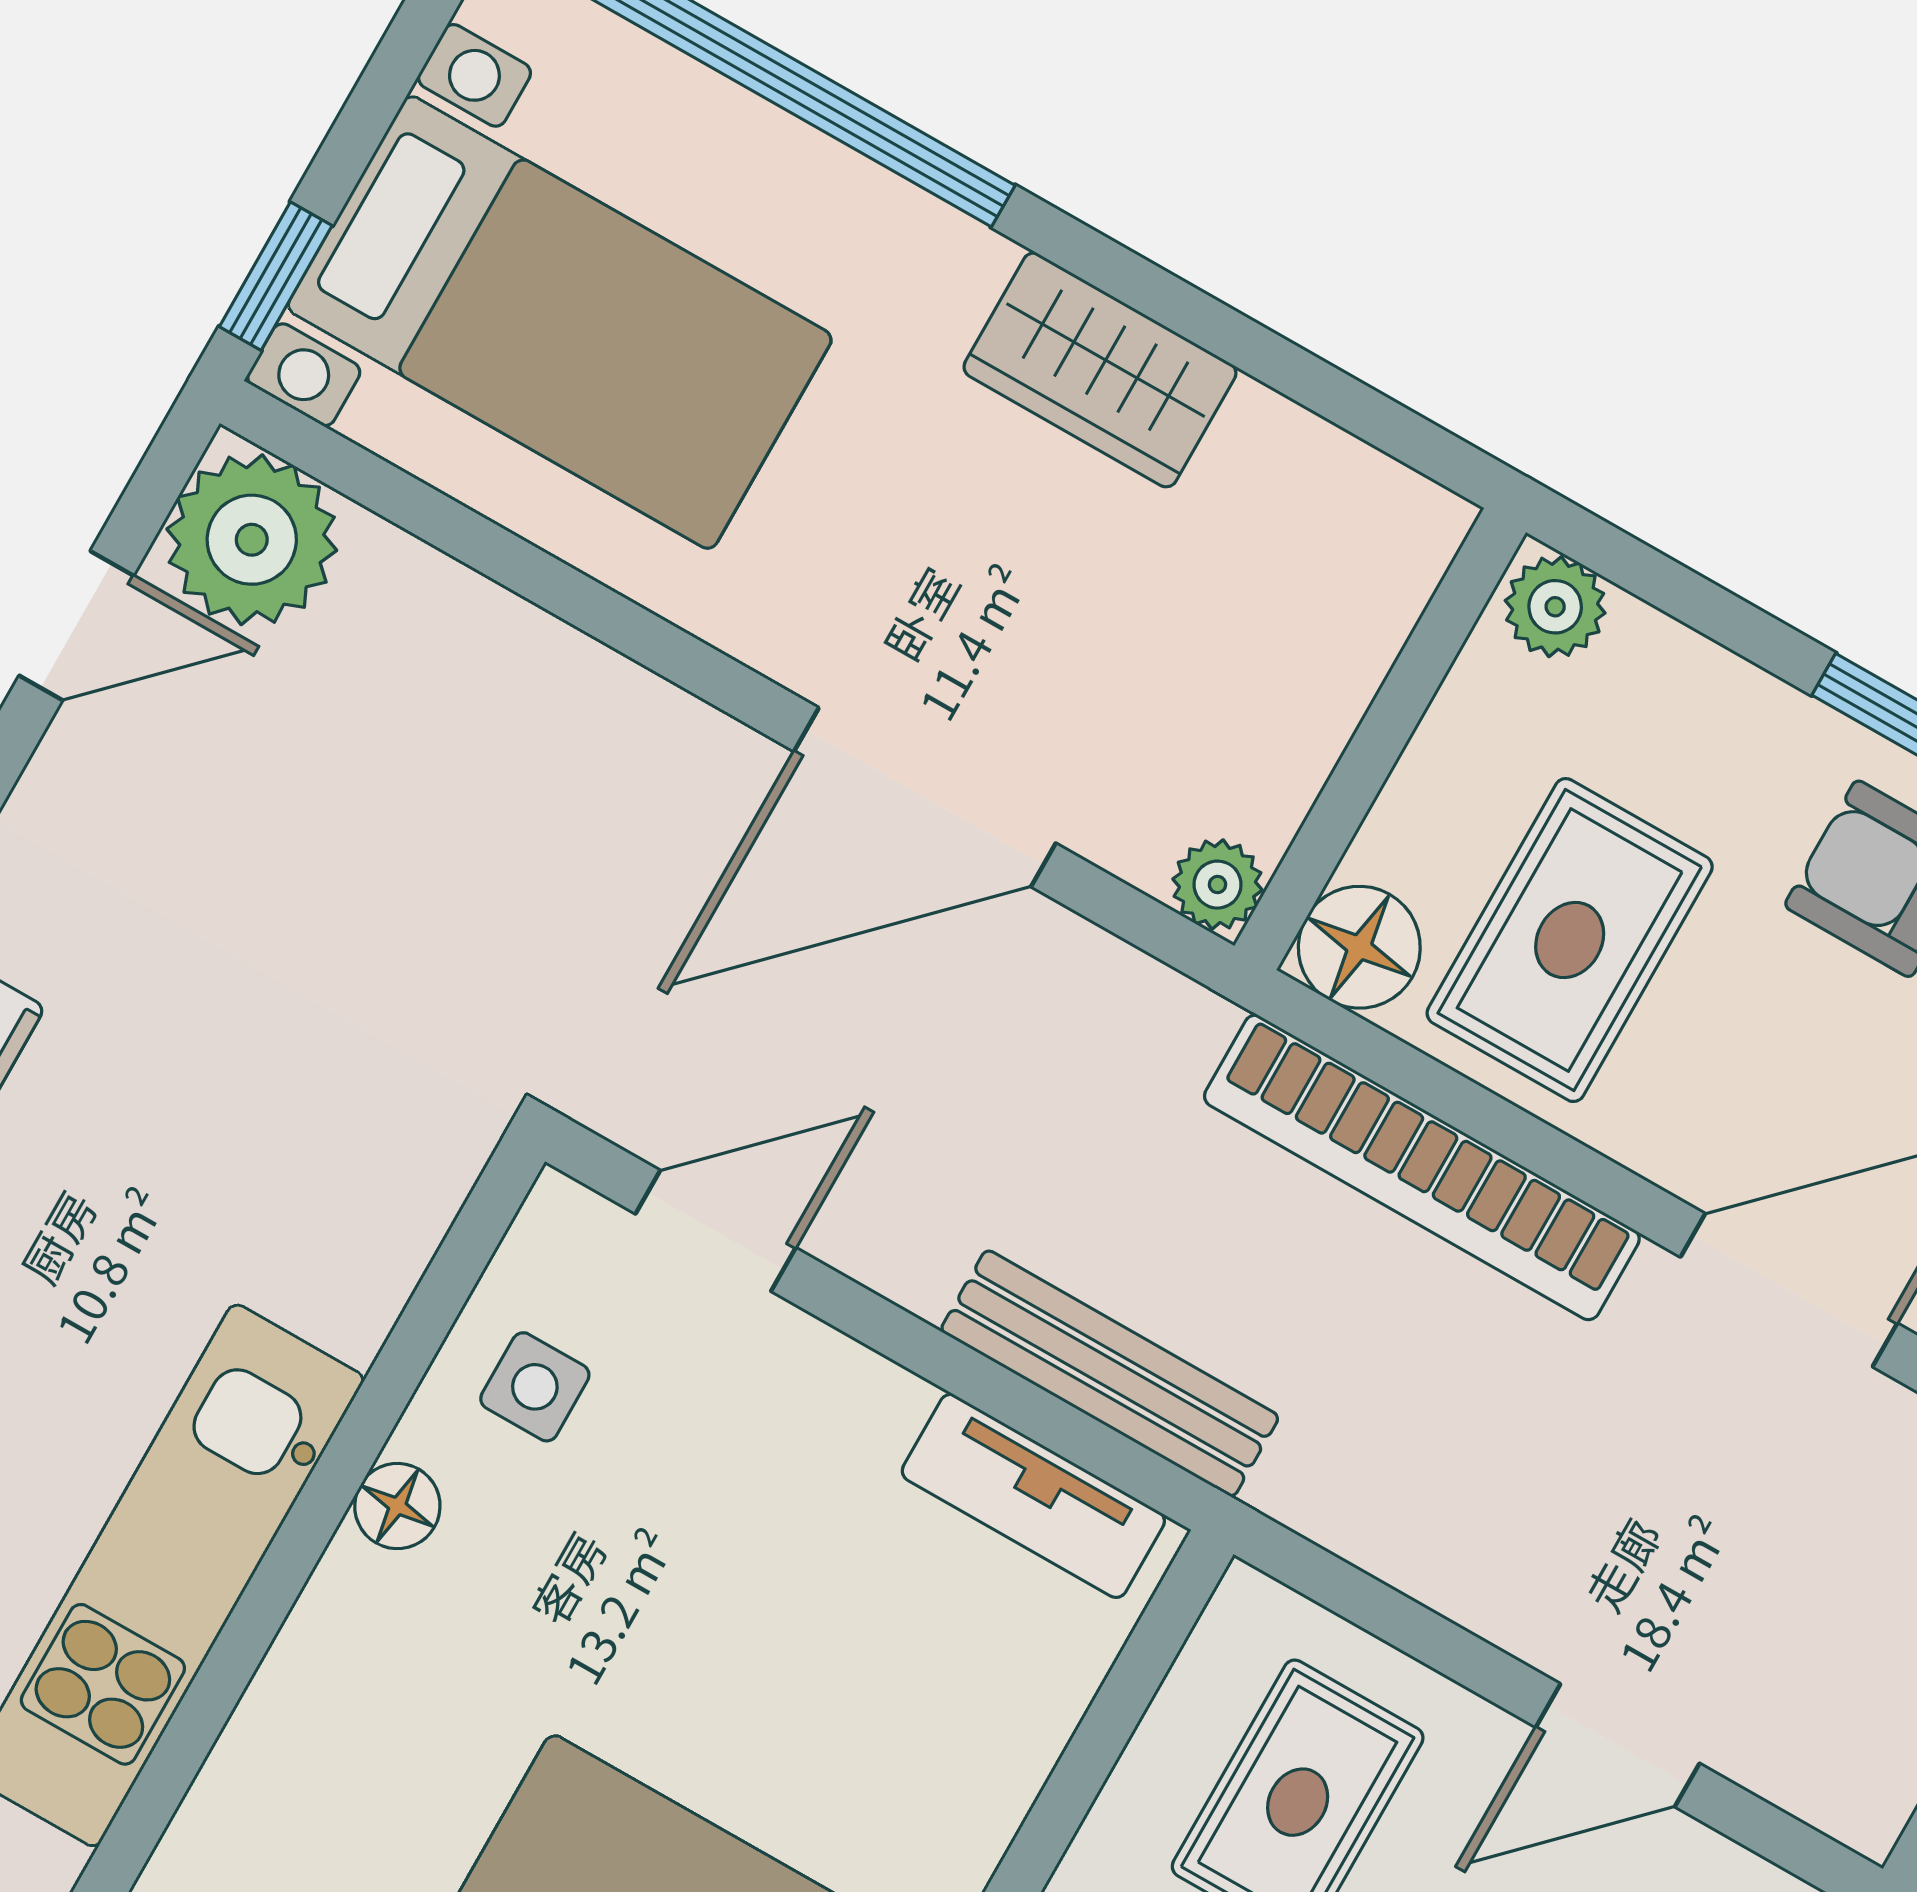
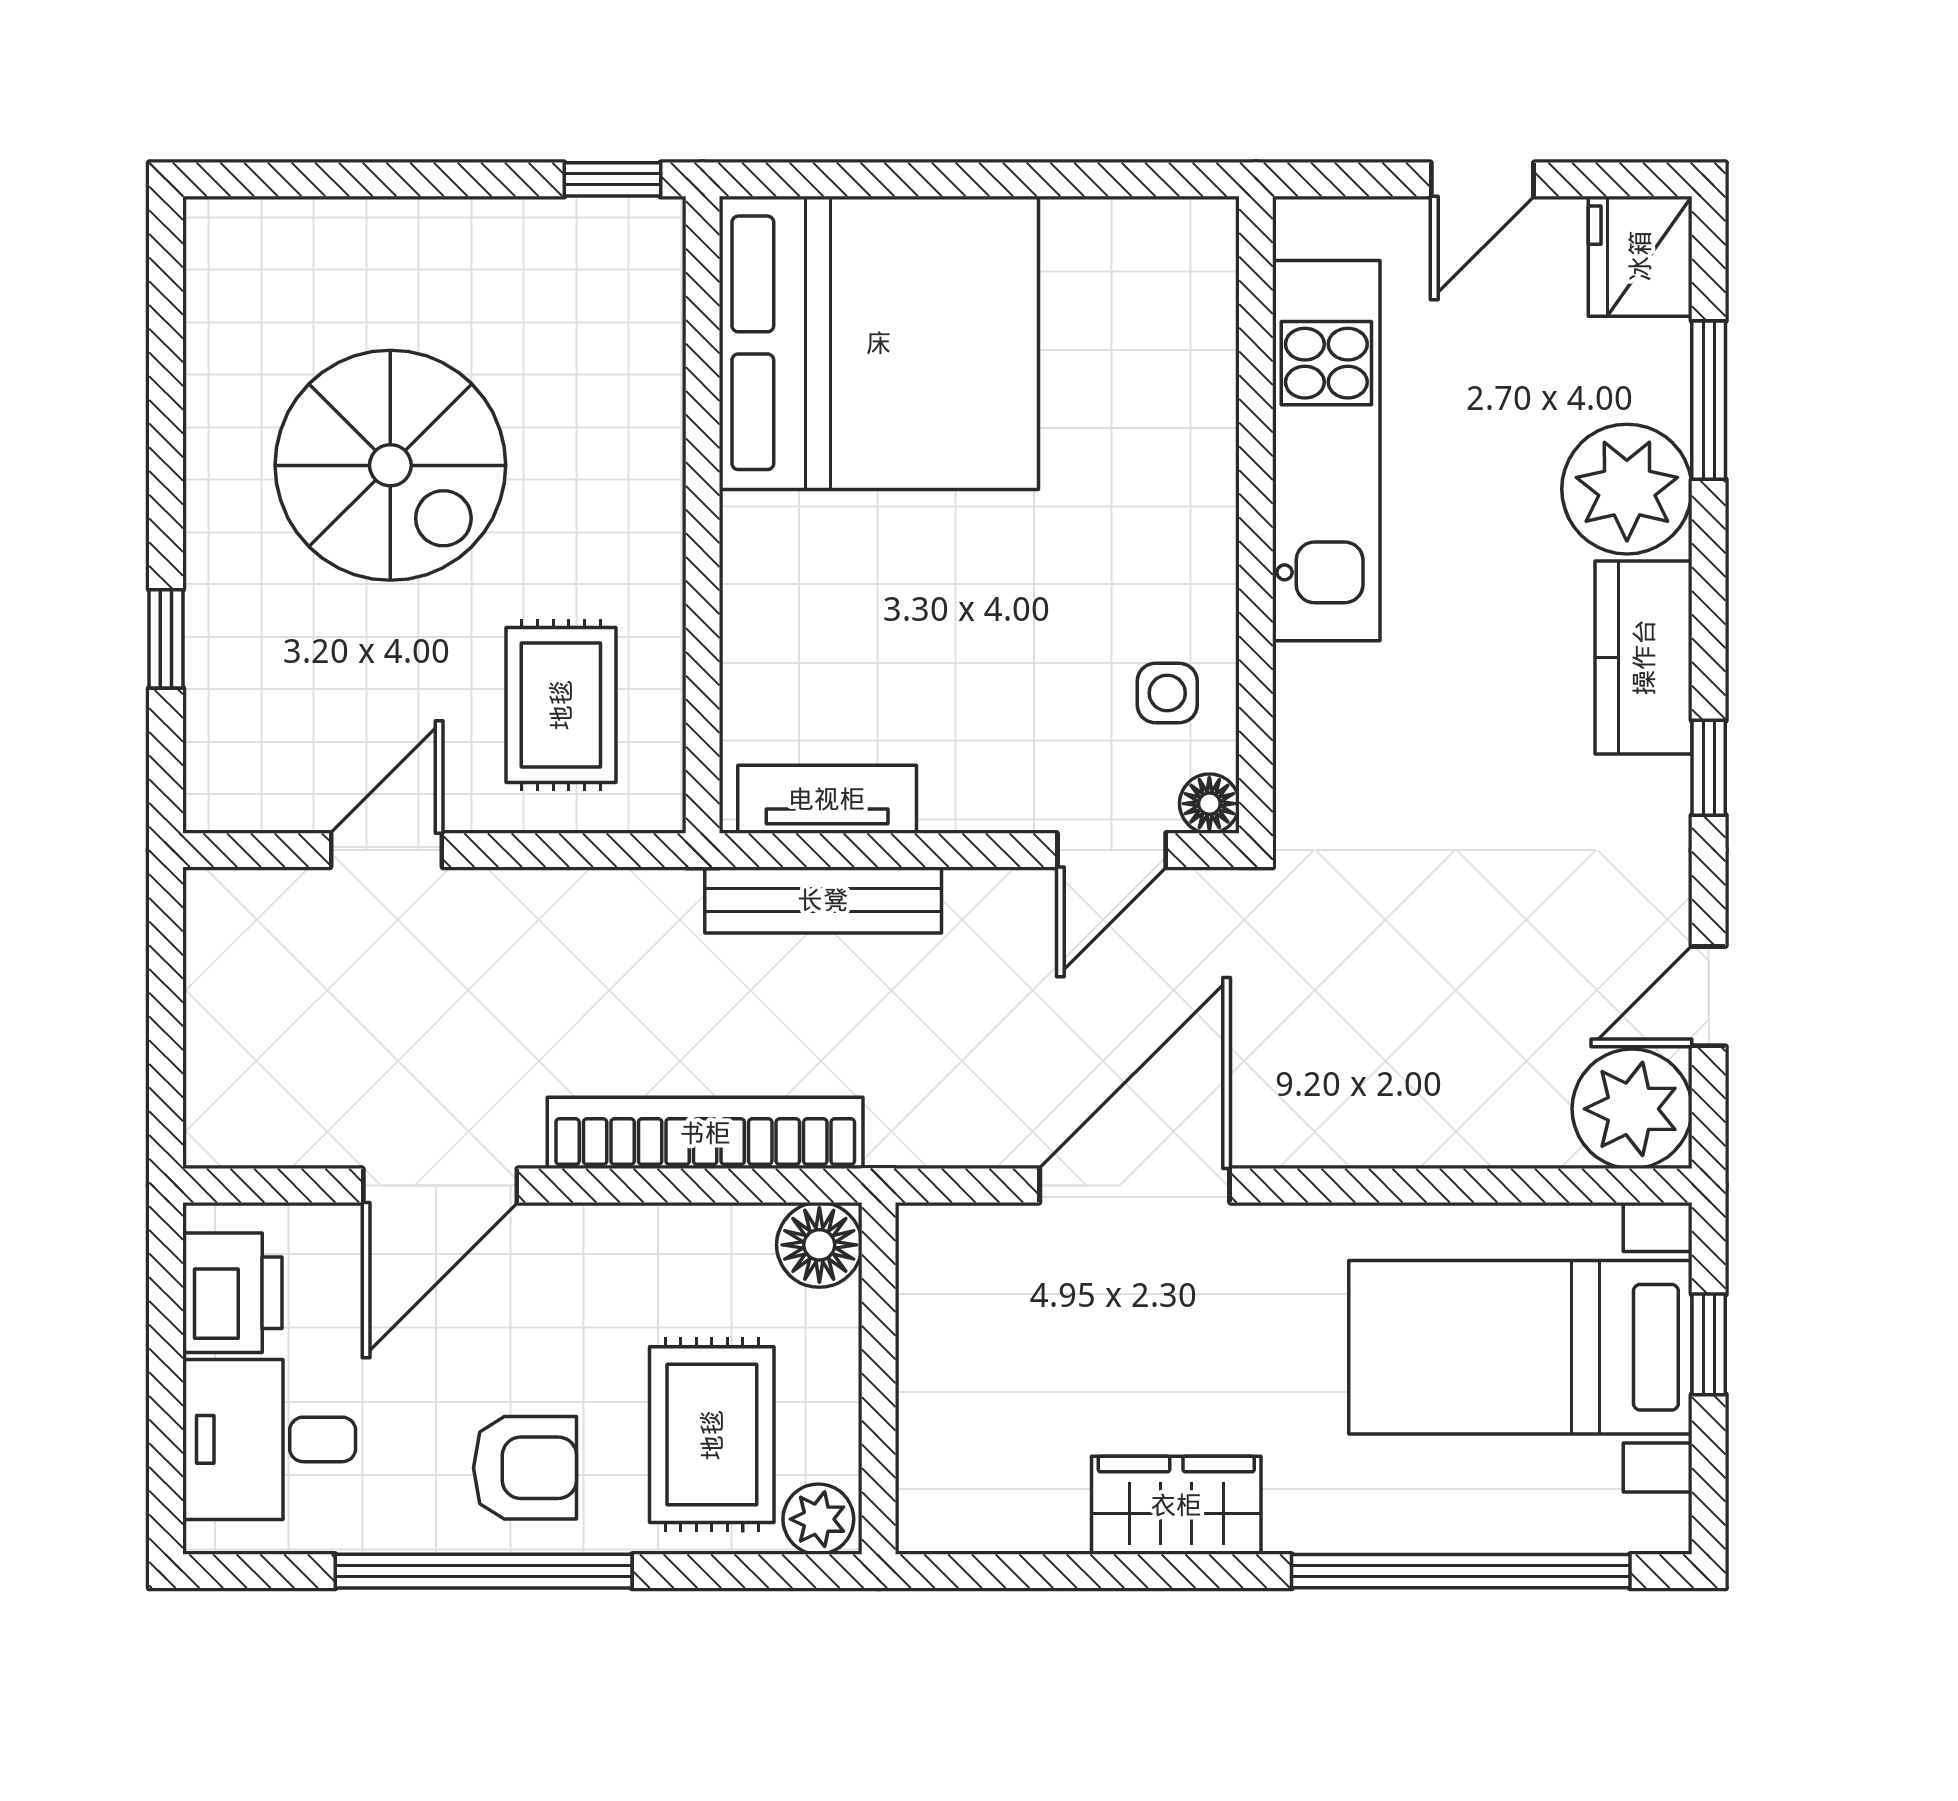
window: (276, 276) -> (1709, 1344), moved
plant: (1217, 885) -> (927, 1234), removed
rug: (1570, 940) -> (712, 1435), moved
floor lamp: (397, 1506) -> (1209, 804), moved

